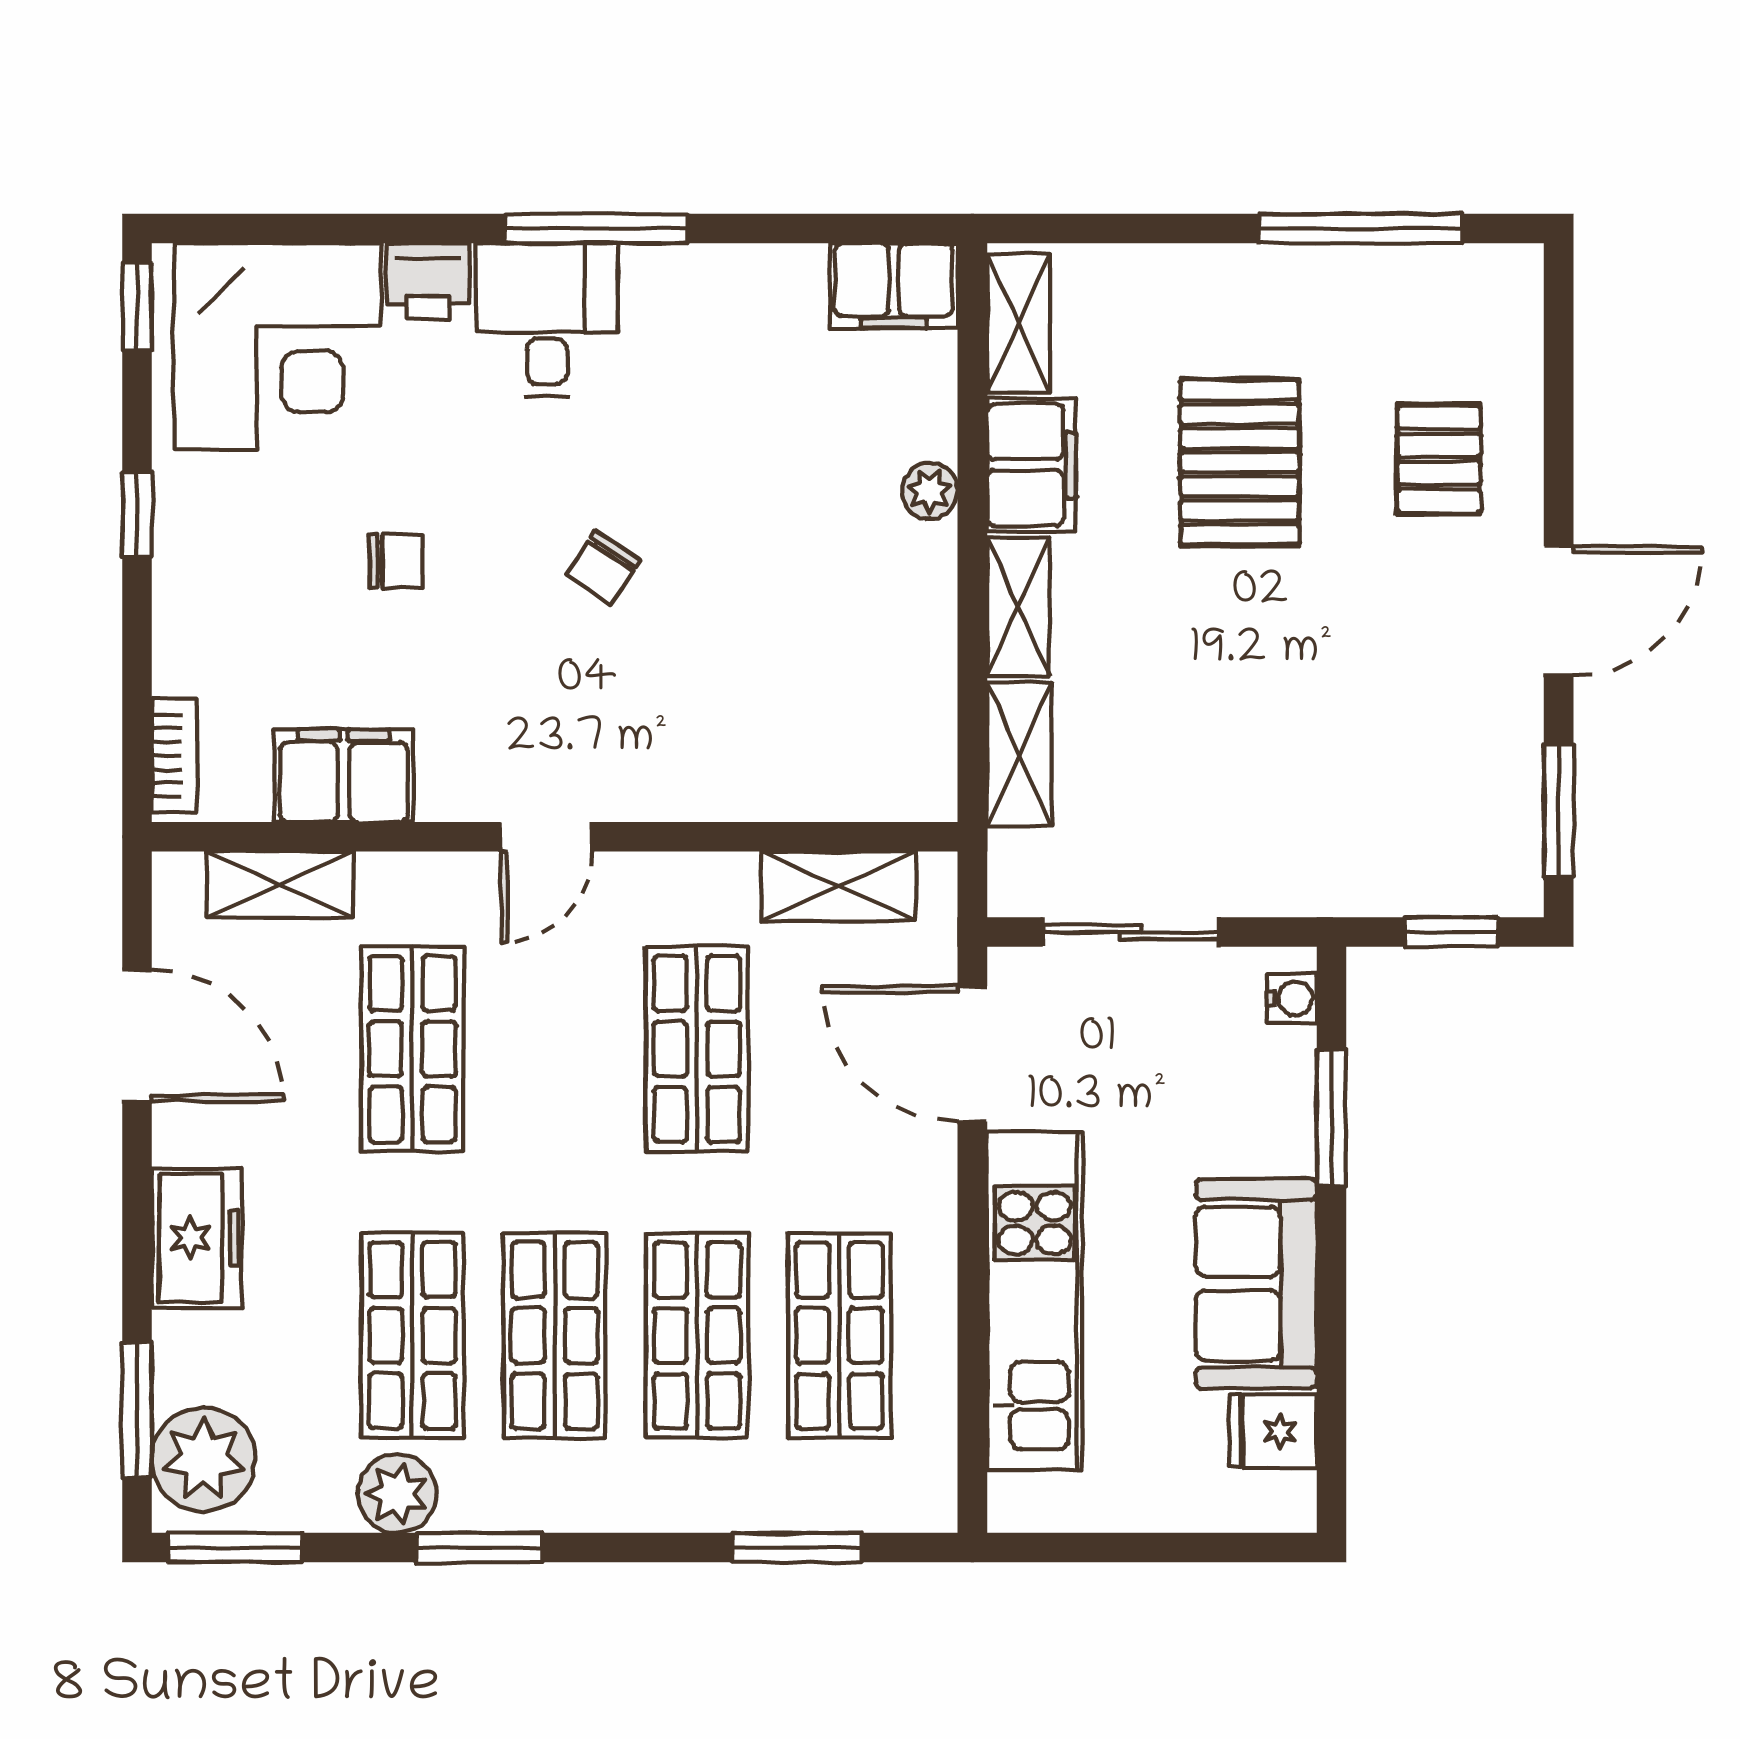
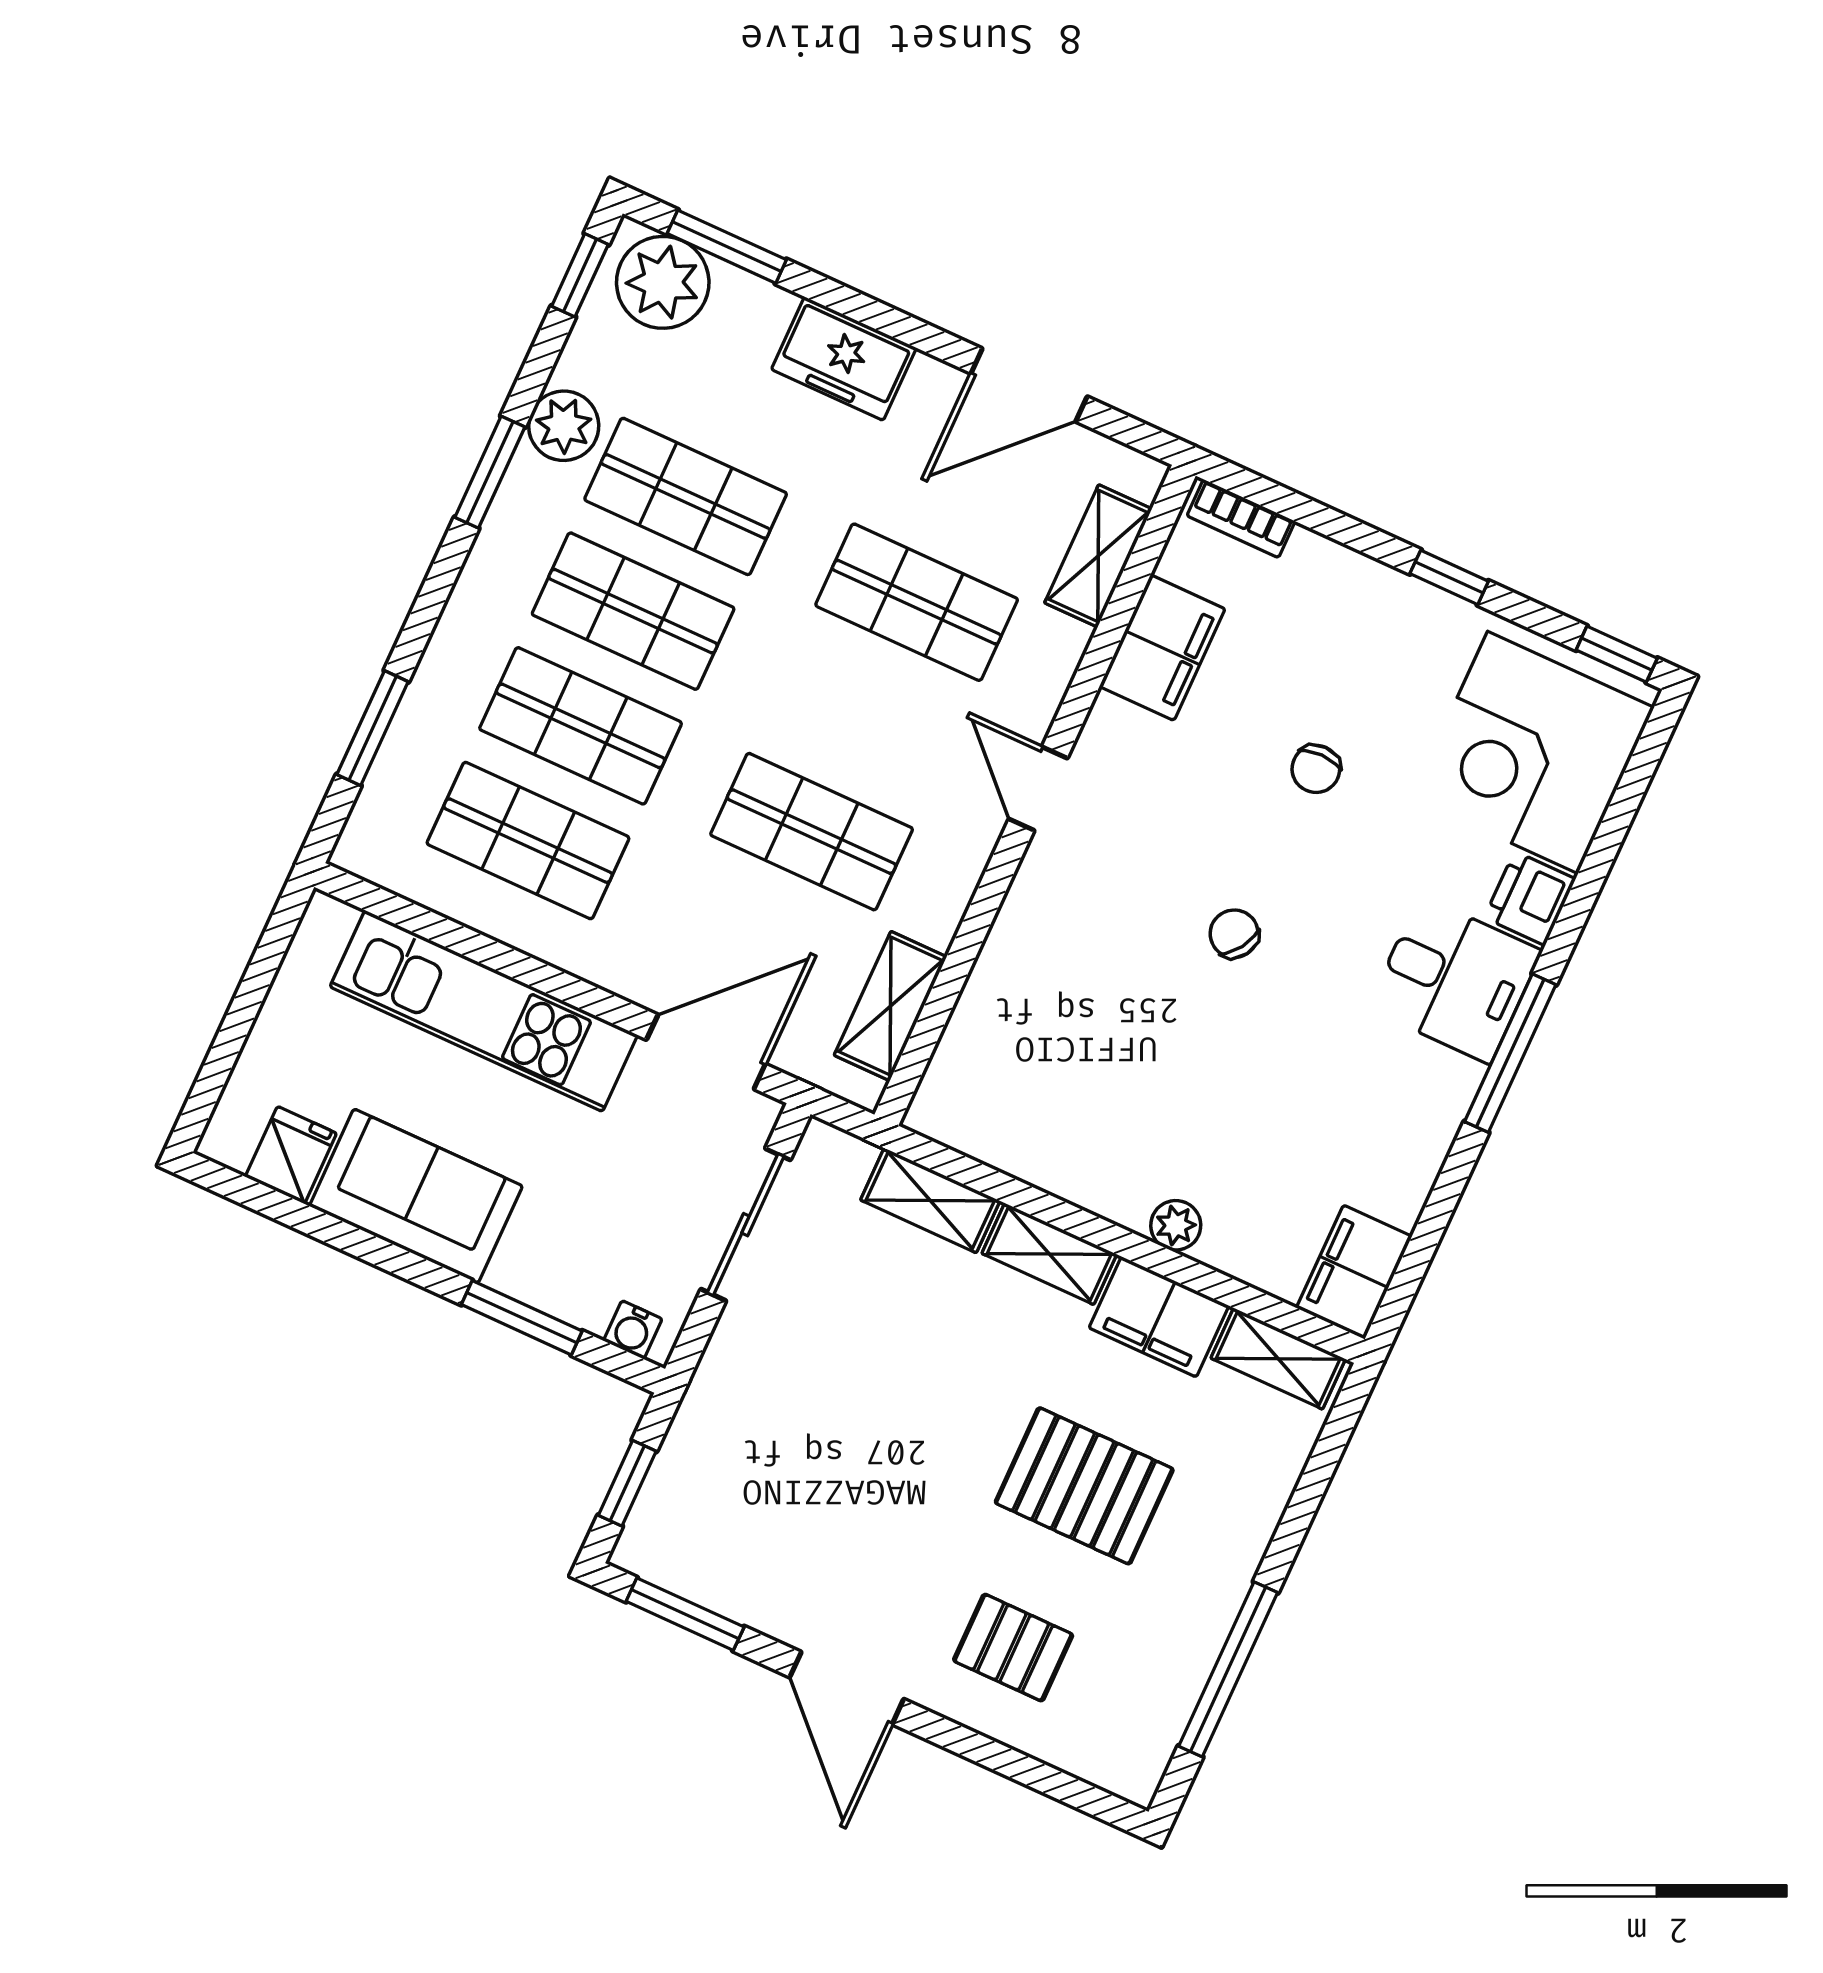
window: (235, 1548) -> (580, 275), width x0.67

